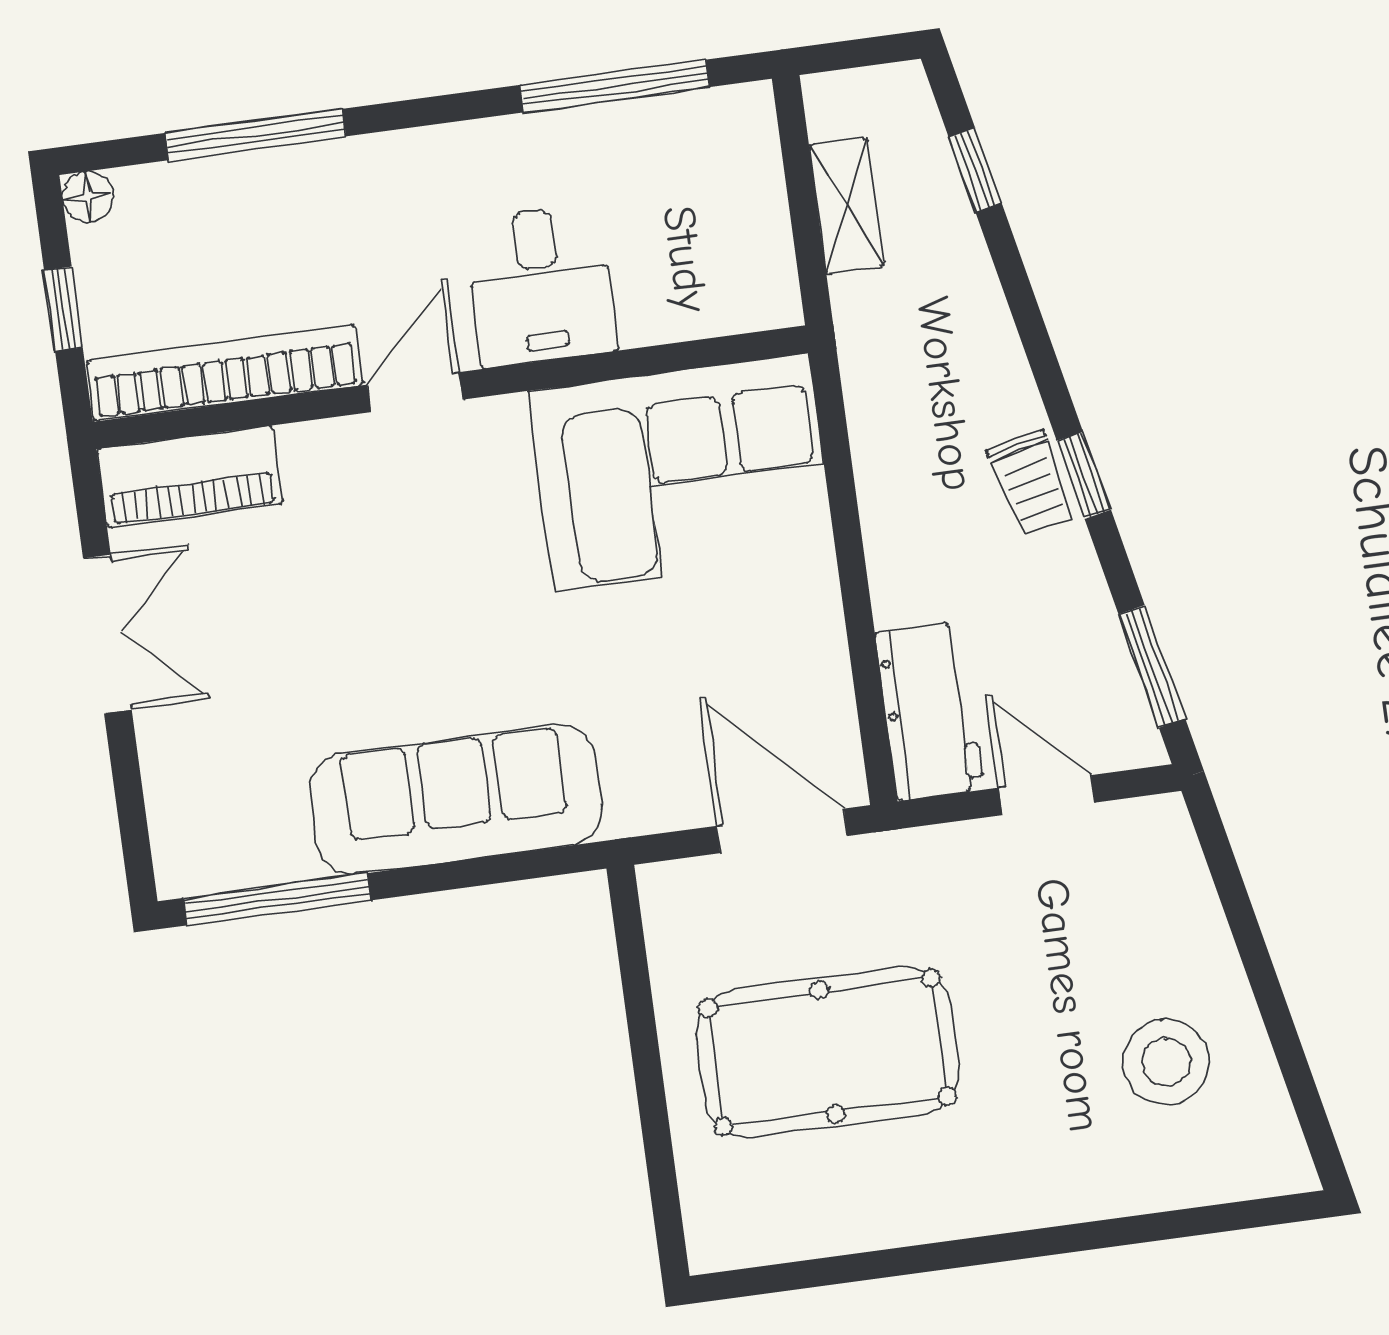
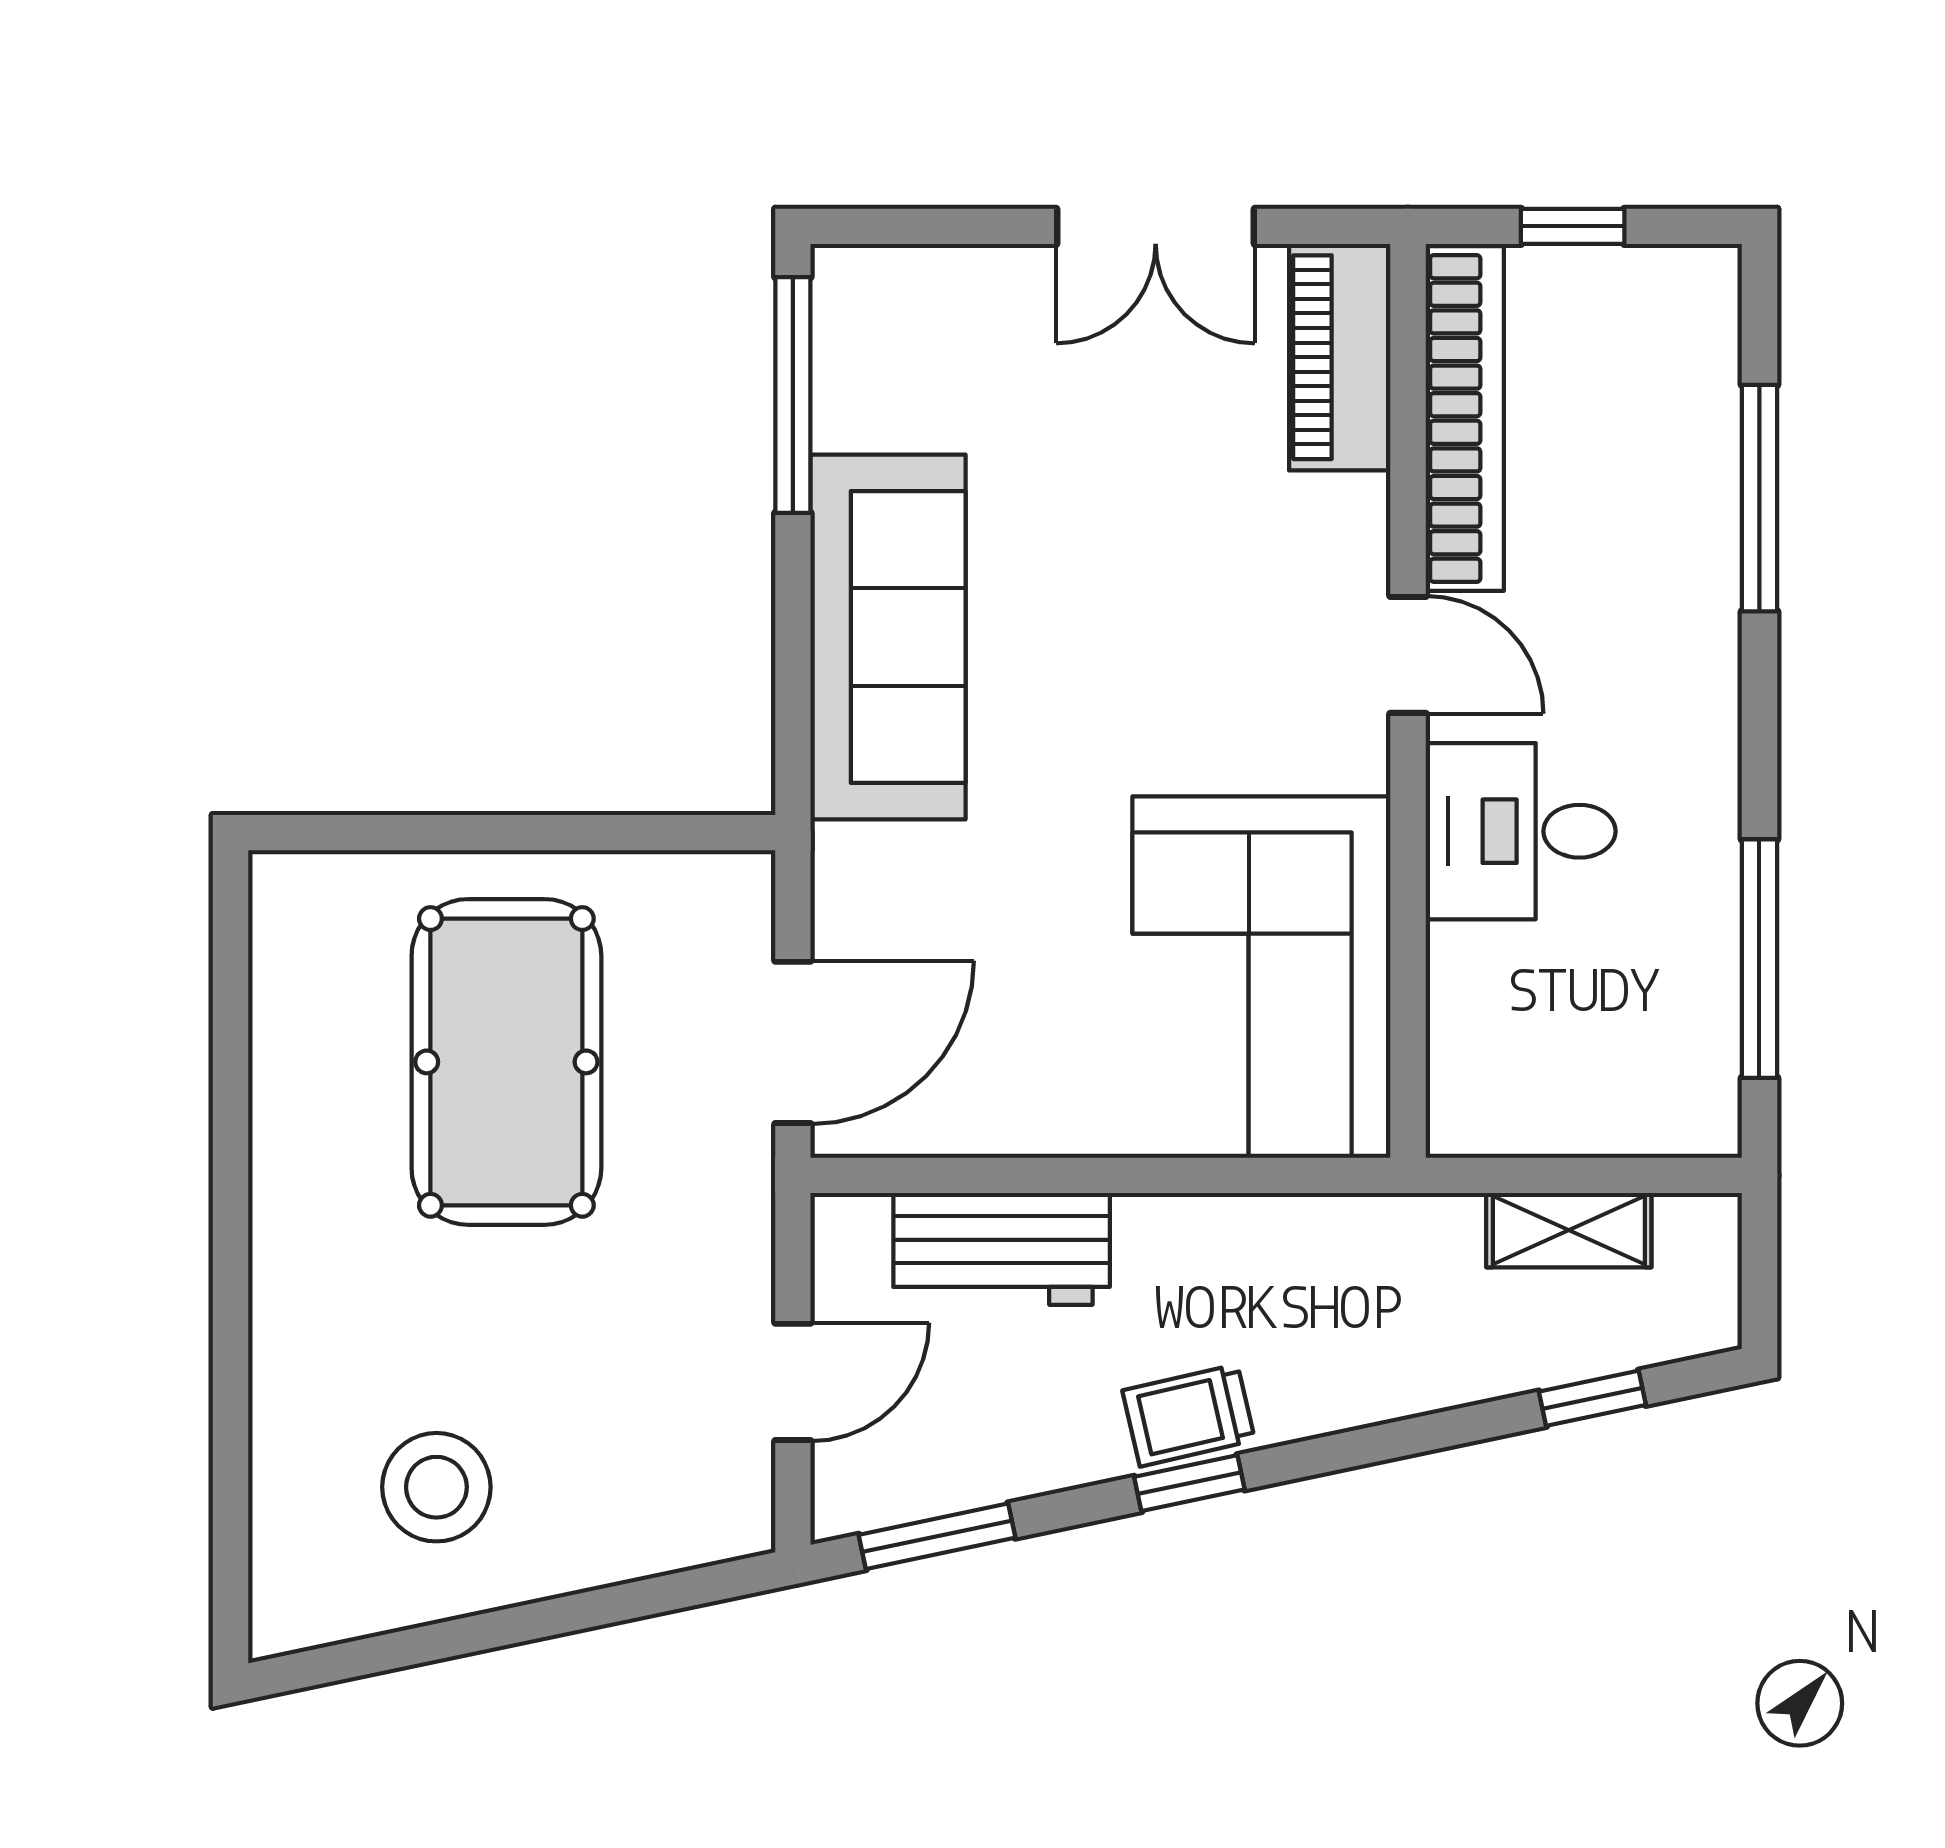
floor lamp: (88, 197) -> (1710, 276), removed
workbench: (930, 711) -> (1002, 1249), moved

